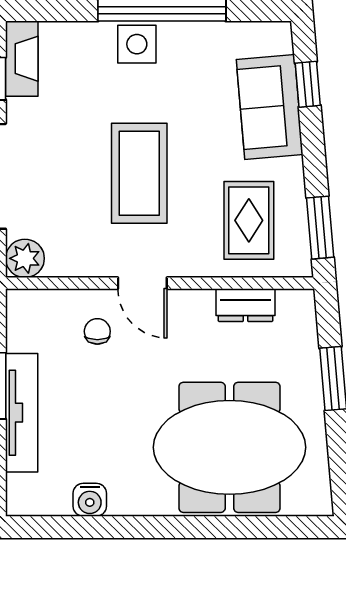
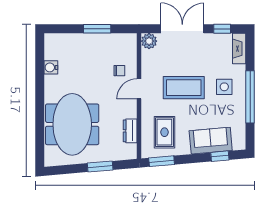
side table: (137, 44) -> (224, 87), moved
fireplace: (22, 59) -> (239, 49), moved, turned 90
rug: (249, 220) -> (164, 132), turned 90
tv unit: (22, 413) -> (86, 40), removed

